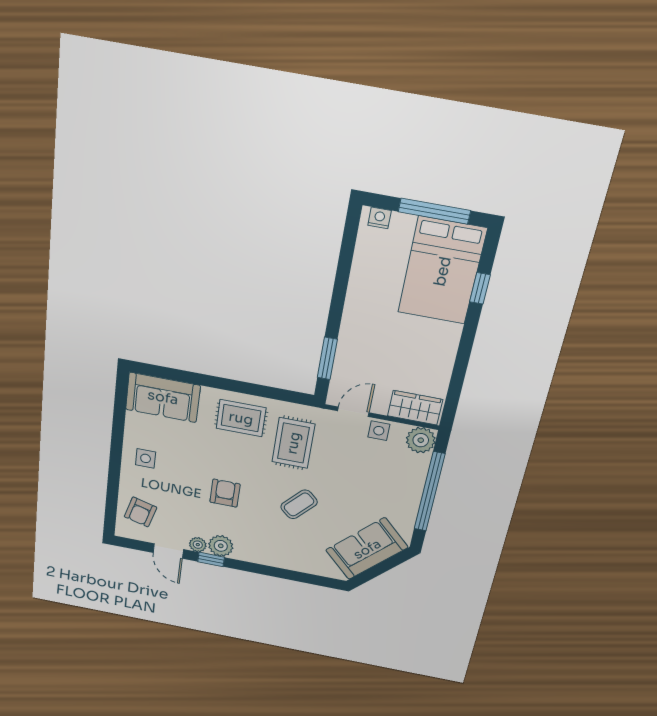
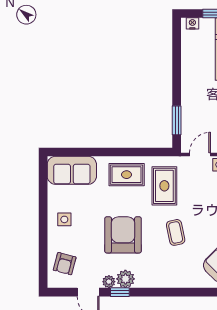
armchair: (225, 493) -> (123, 235), width x1.88, depth x1.88
coffee table: (299, 504) -> (176, 232), turned -54

